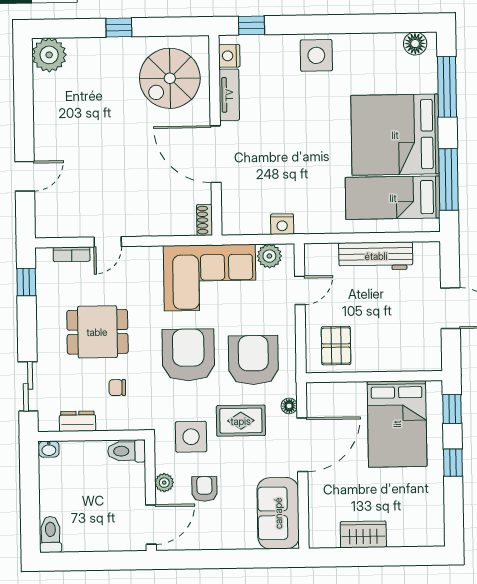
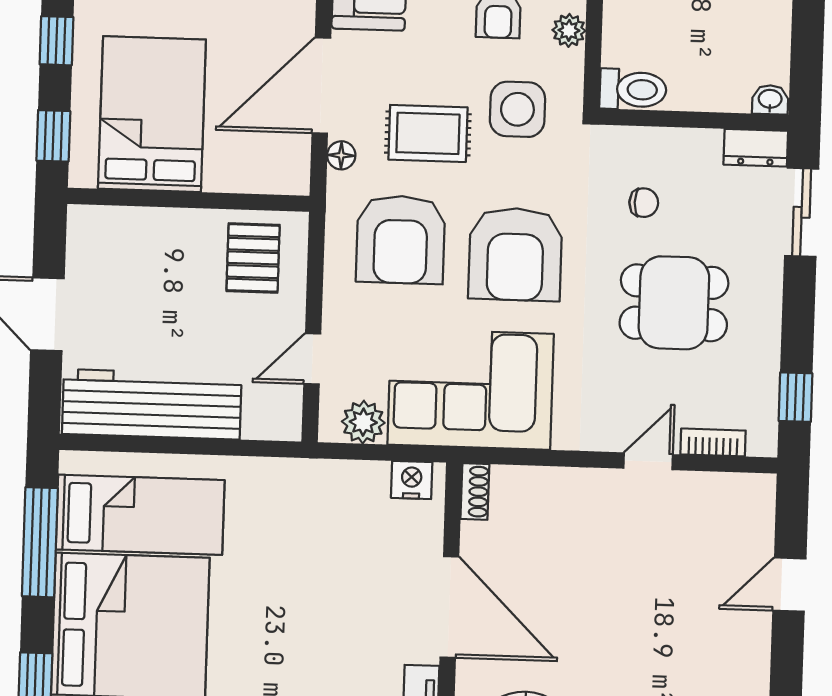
nightstand: (282, 224) -> (412, 480), moved
workbench: (376, 256) -> (152, 404), width x1.36, depth x1.32
dresser: (77, 421) -> (756, 148), moved

